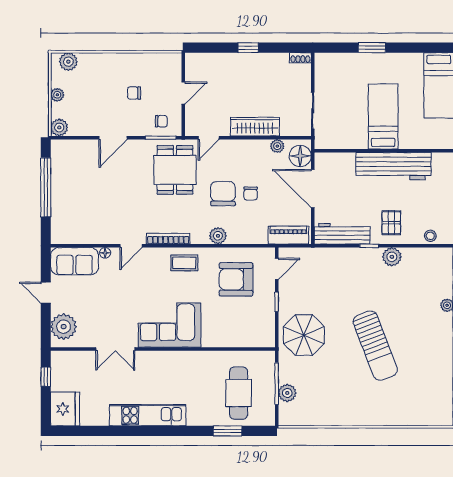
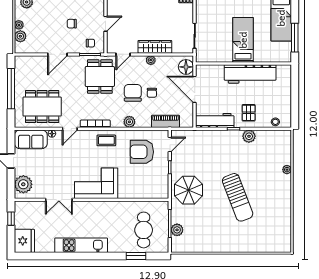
plant: (59, 127) -> (20, 36), moved
plant: (277, 146) -> (151, 60), moved
dining table: (91, 214) -> (42, 107), added
piano: (288, 235) -> (166, 121), moved

